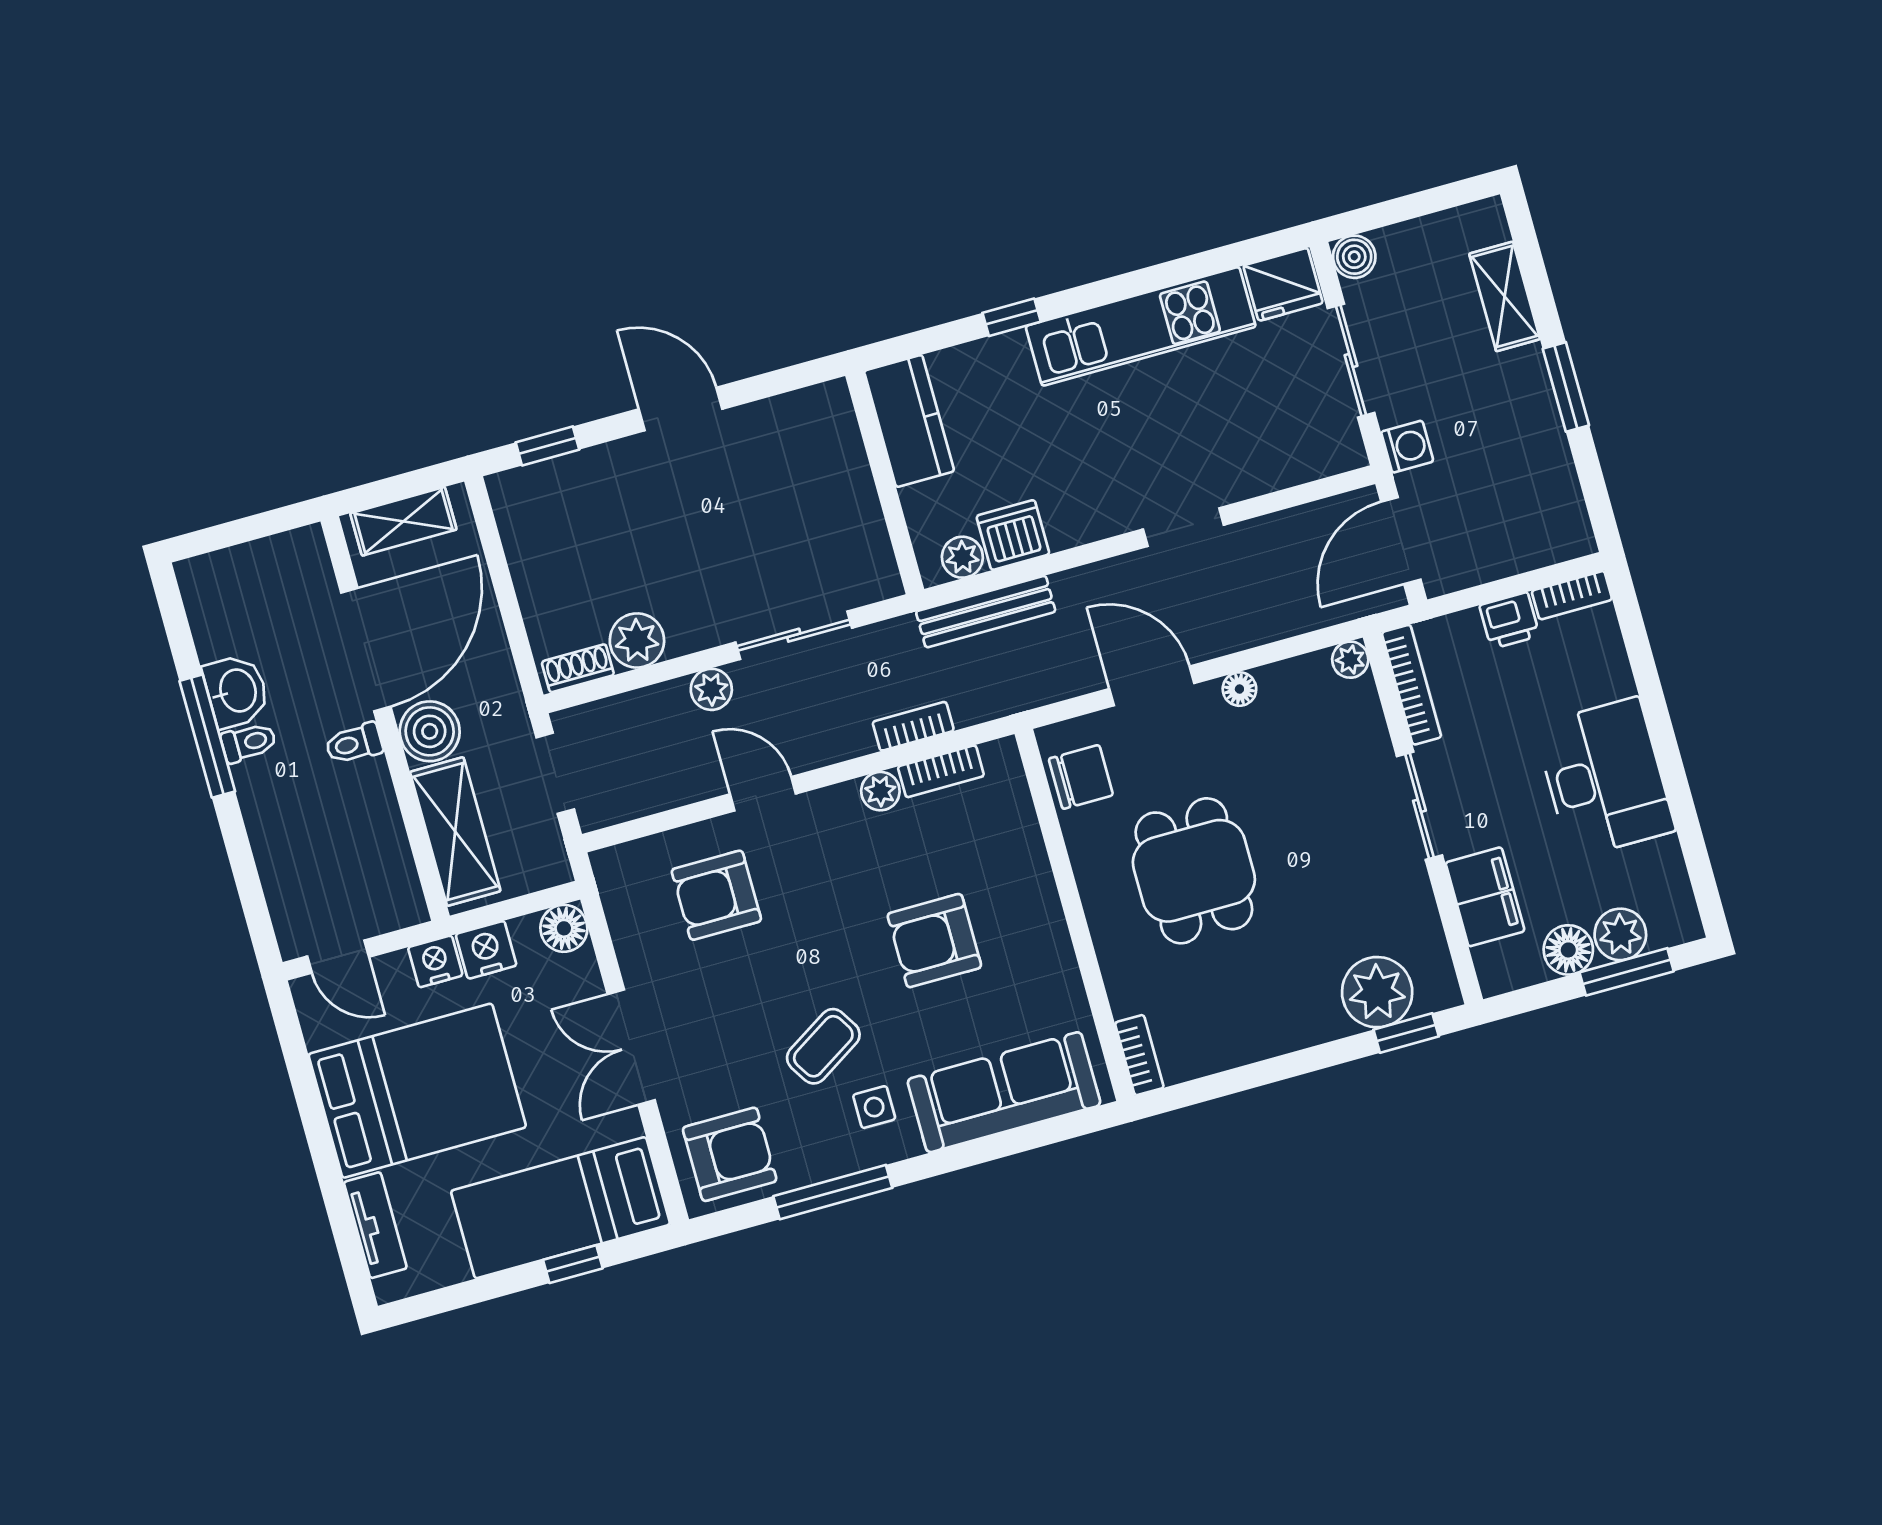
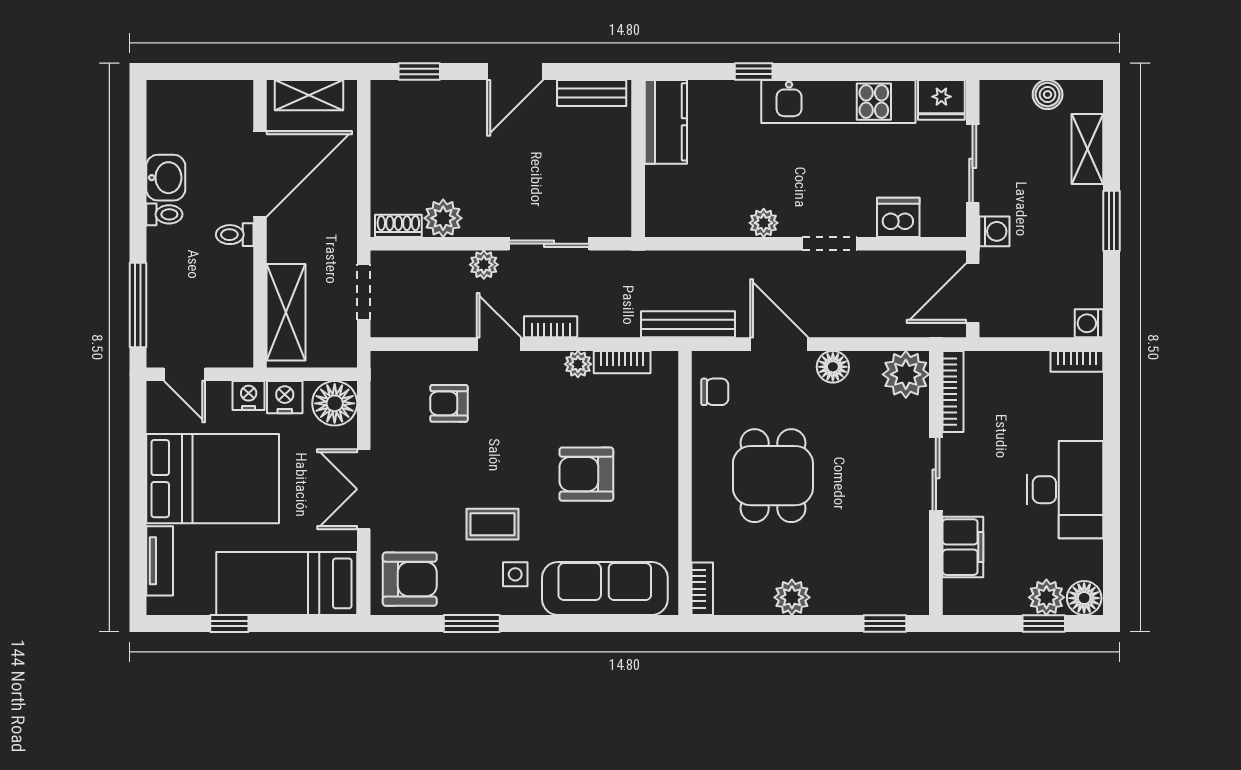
boiler: (1354, 257) -> (1048, 95), moved
door: (680, 409) -> (515, 71), swing flipped
bench: (795, 410) -> (592, 93), added
dishwasher: (1013, 535) -> (898, 217), moved
washing machine: (1574, 538) -> (1089, 323), added
plant: (962, 557) -> (764, 223), moved
bench: (986, 612) -> (688, 324), moved
printer: (1509, 621) -> (1030, 367), removed
plant: (1350, 660) -> (906, 374), width x1.88, depth x1.88
floor lamp: (1239, 689) -> (833, 367), width x1.37, depth x1.37
bookcase: (913, 726) -> (551, 327), moved
boiler: (430, 731) -> (288, 240), removed
window: (207, 736) -> (138, 305), moved
chair: (1081, 777) -> (715, 392), width x0.73, depth x0.73
armchair: (716, 895) -> (449, 403), width x0.72, depth x0.72
floor lamp: (564, 928) -> (335, 403), width x1.38, depth x1.38
floor lamp: (1568, 950) -> (1084, 598), moved
window: (1627, 972) -> (1044, 624), width x0.67
plant: (1377, 992) -> (792, 597), moved, width x0.73, depth x0.73
coffee table: (823, 1046) -> (492, 524), turned 32
window: (833, 1192) -> (472, 624), width x0.69
window: (573, 1264) -> (229, 624), moved

